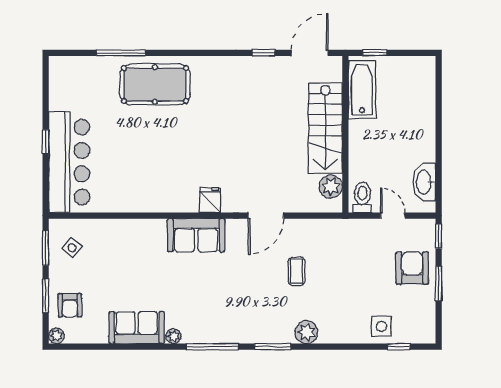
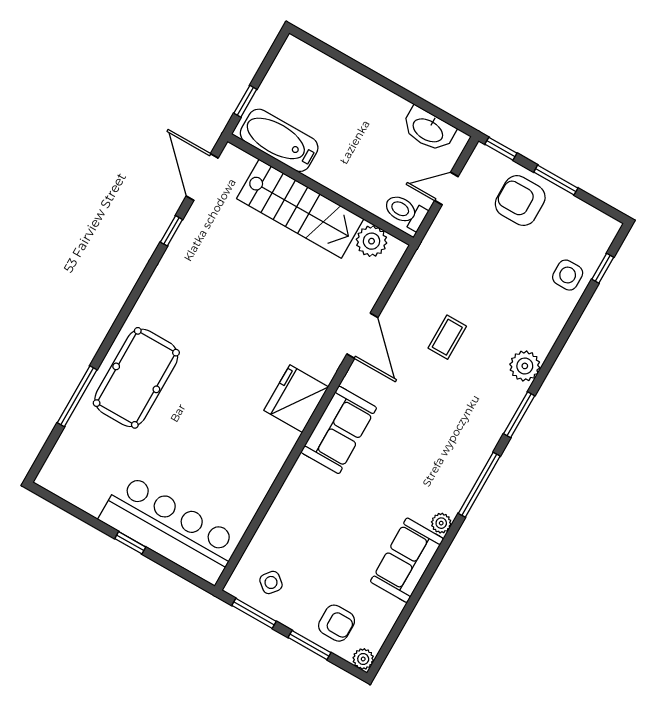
fridge: (210, 200) -> (296, 399), width x1.88, depth x1.34
coffee table: (296, 271) -> (447, 337), turned 90

